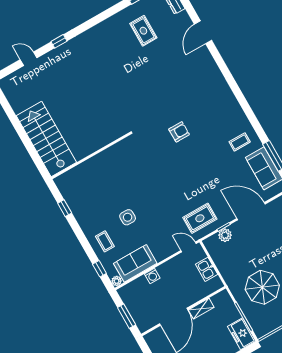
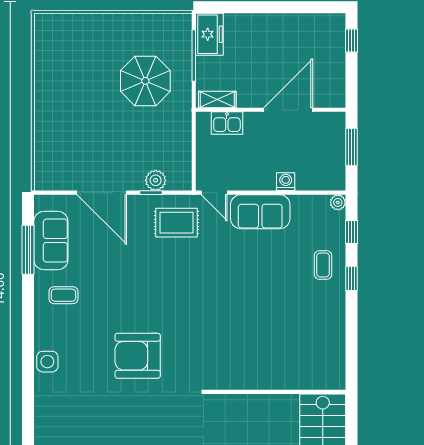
armchair: (179, 132) -> (138, 356), width x1.88, depth x1.88
window: (65, 208) -> (352, 278), moved
side table: (128, 217) -> (47, 362), moved
sofa: (135, 263) -> (260, 212), moved
kitchen sink: (207, 269) -> (227, 123), moved, turned 90
shelving: (201, 309) -> (217, 99), moved

